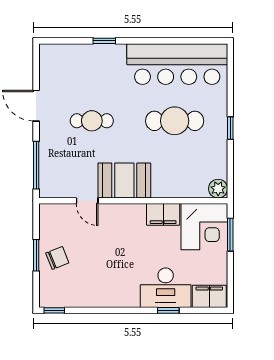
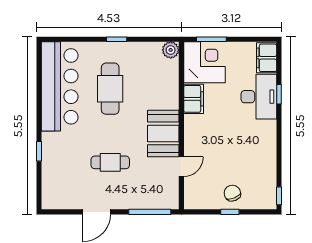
cafe table: (92, 121) -> (110, 162), turned 90
window: (36, 255) -> (230, 212), width x0.67

